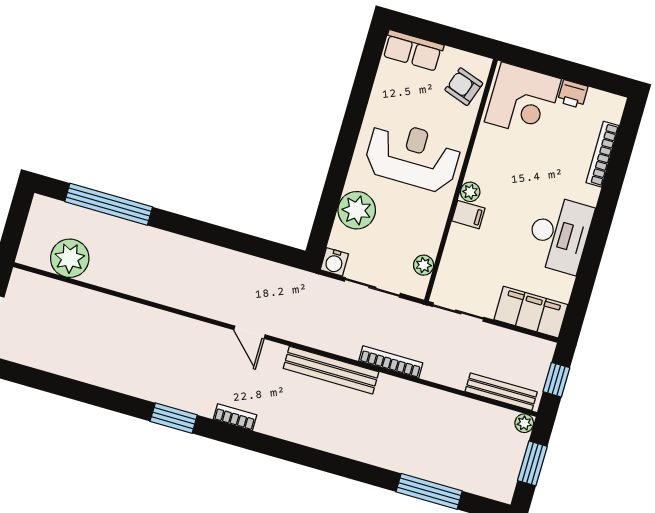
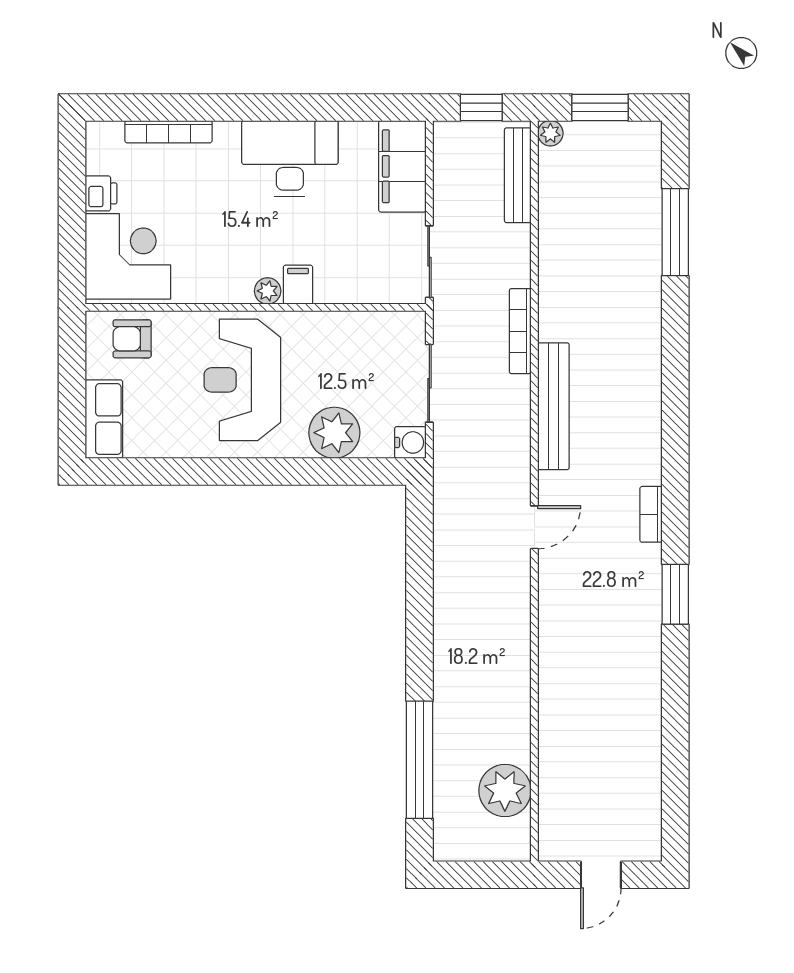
armchair: (464, 87) -> (132, 339), turned 71
plant: (424, 265) -> (381, 324), removed

